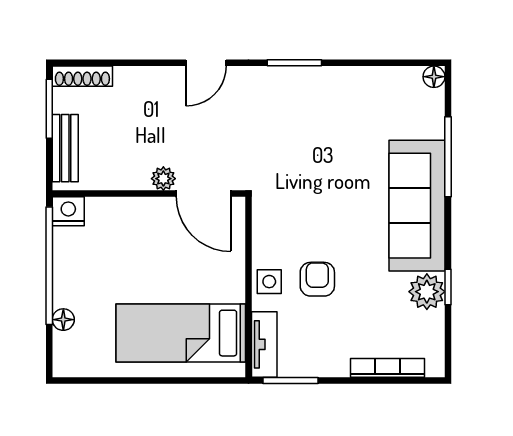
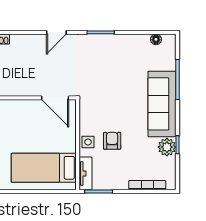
floor lamp: (434, 77) -> (156, 39), moved
plant: (163, 179) -> (35, 90), removed

